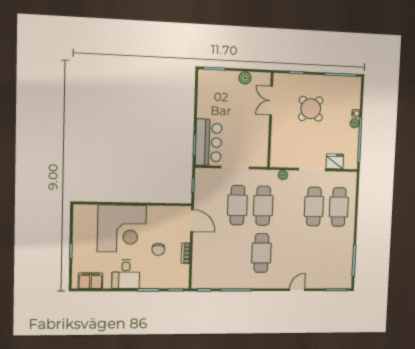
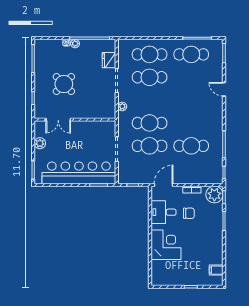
bar counter: (209, 142) -> (79, 173), width x1.86
corner desk: (122, 229) -> (166, 245), width x0.74, depth x0.74
cafe table: (261, 253) -> (191, 146), moved
cafe table: (337, 254) -> (191, 54), added
desk: (126, 274) -> (163, 212), moved, turned 180
plant: (179, 279) -> (214, 195), added
filing cabinet: (90, 281) -> (216, 270), width x0.50

